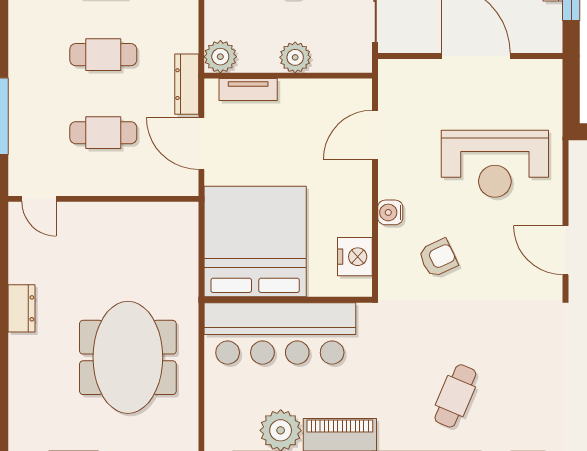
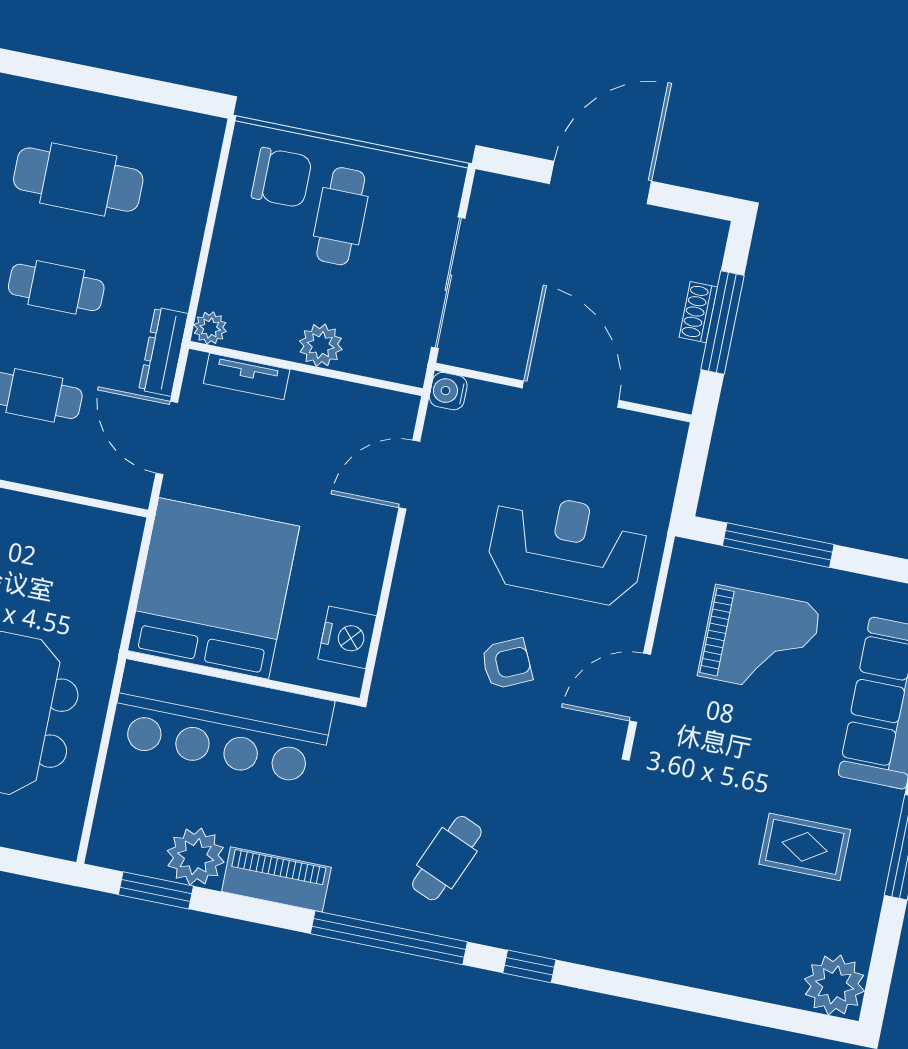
plant: (220, 57) -> (210, 328), width x0.73, depth x0.73
reception desk: (495, 164) -> (567, 548), turned 180
water cooler: (390, 212) -> (448, 391), moved
door: (566, 250) -> (640, 688), hinge flipped
armchair: (438, 258) -> (507, 664), moved

